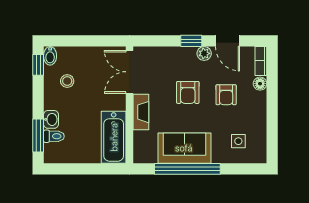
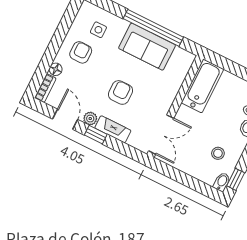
armchair: (226, 95) -> (81, 52), moved
fireplace: (141, 112) -> (113, 129), moved, turned 90

